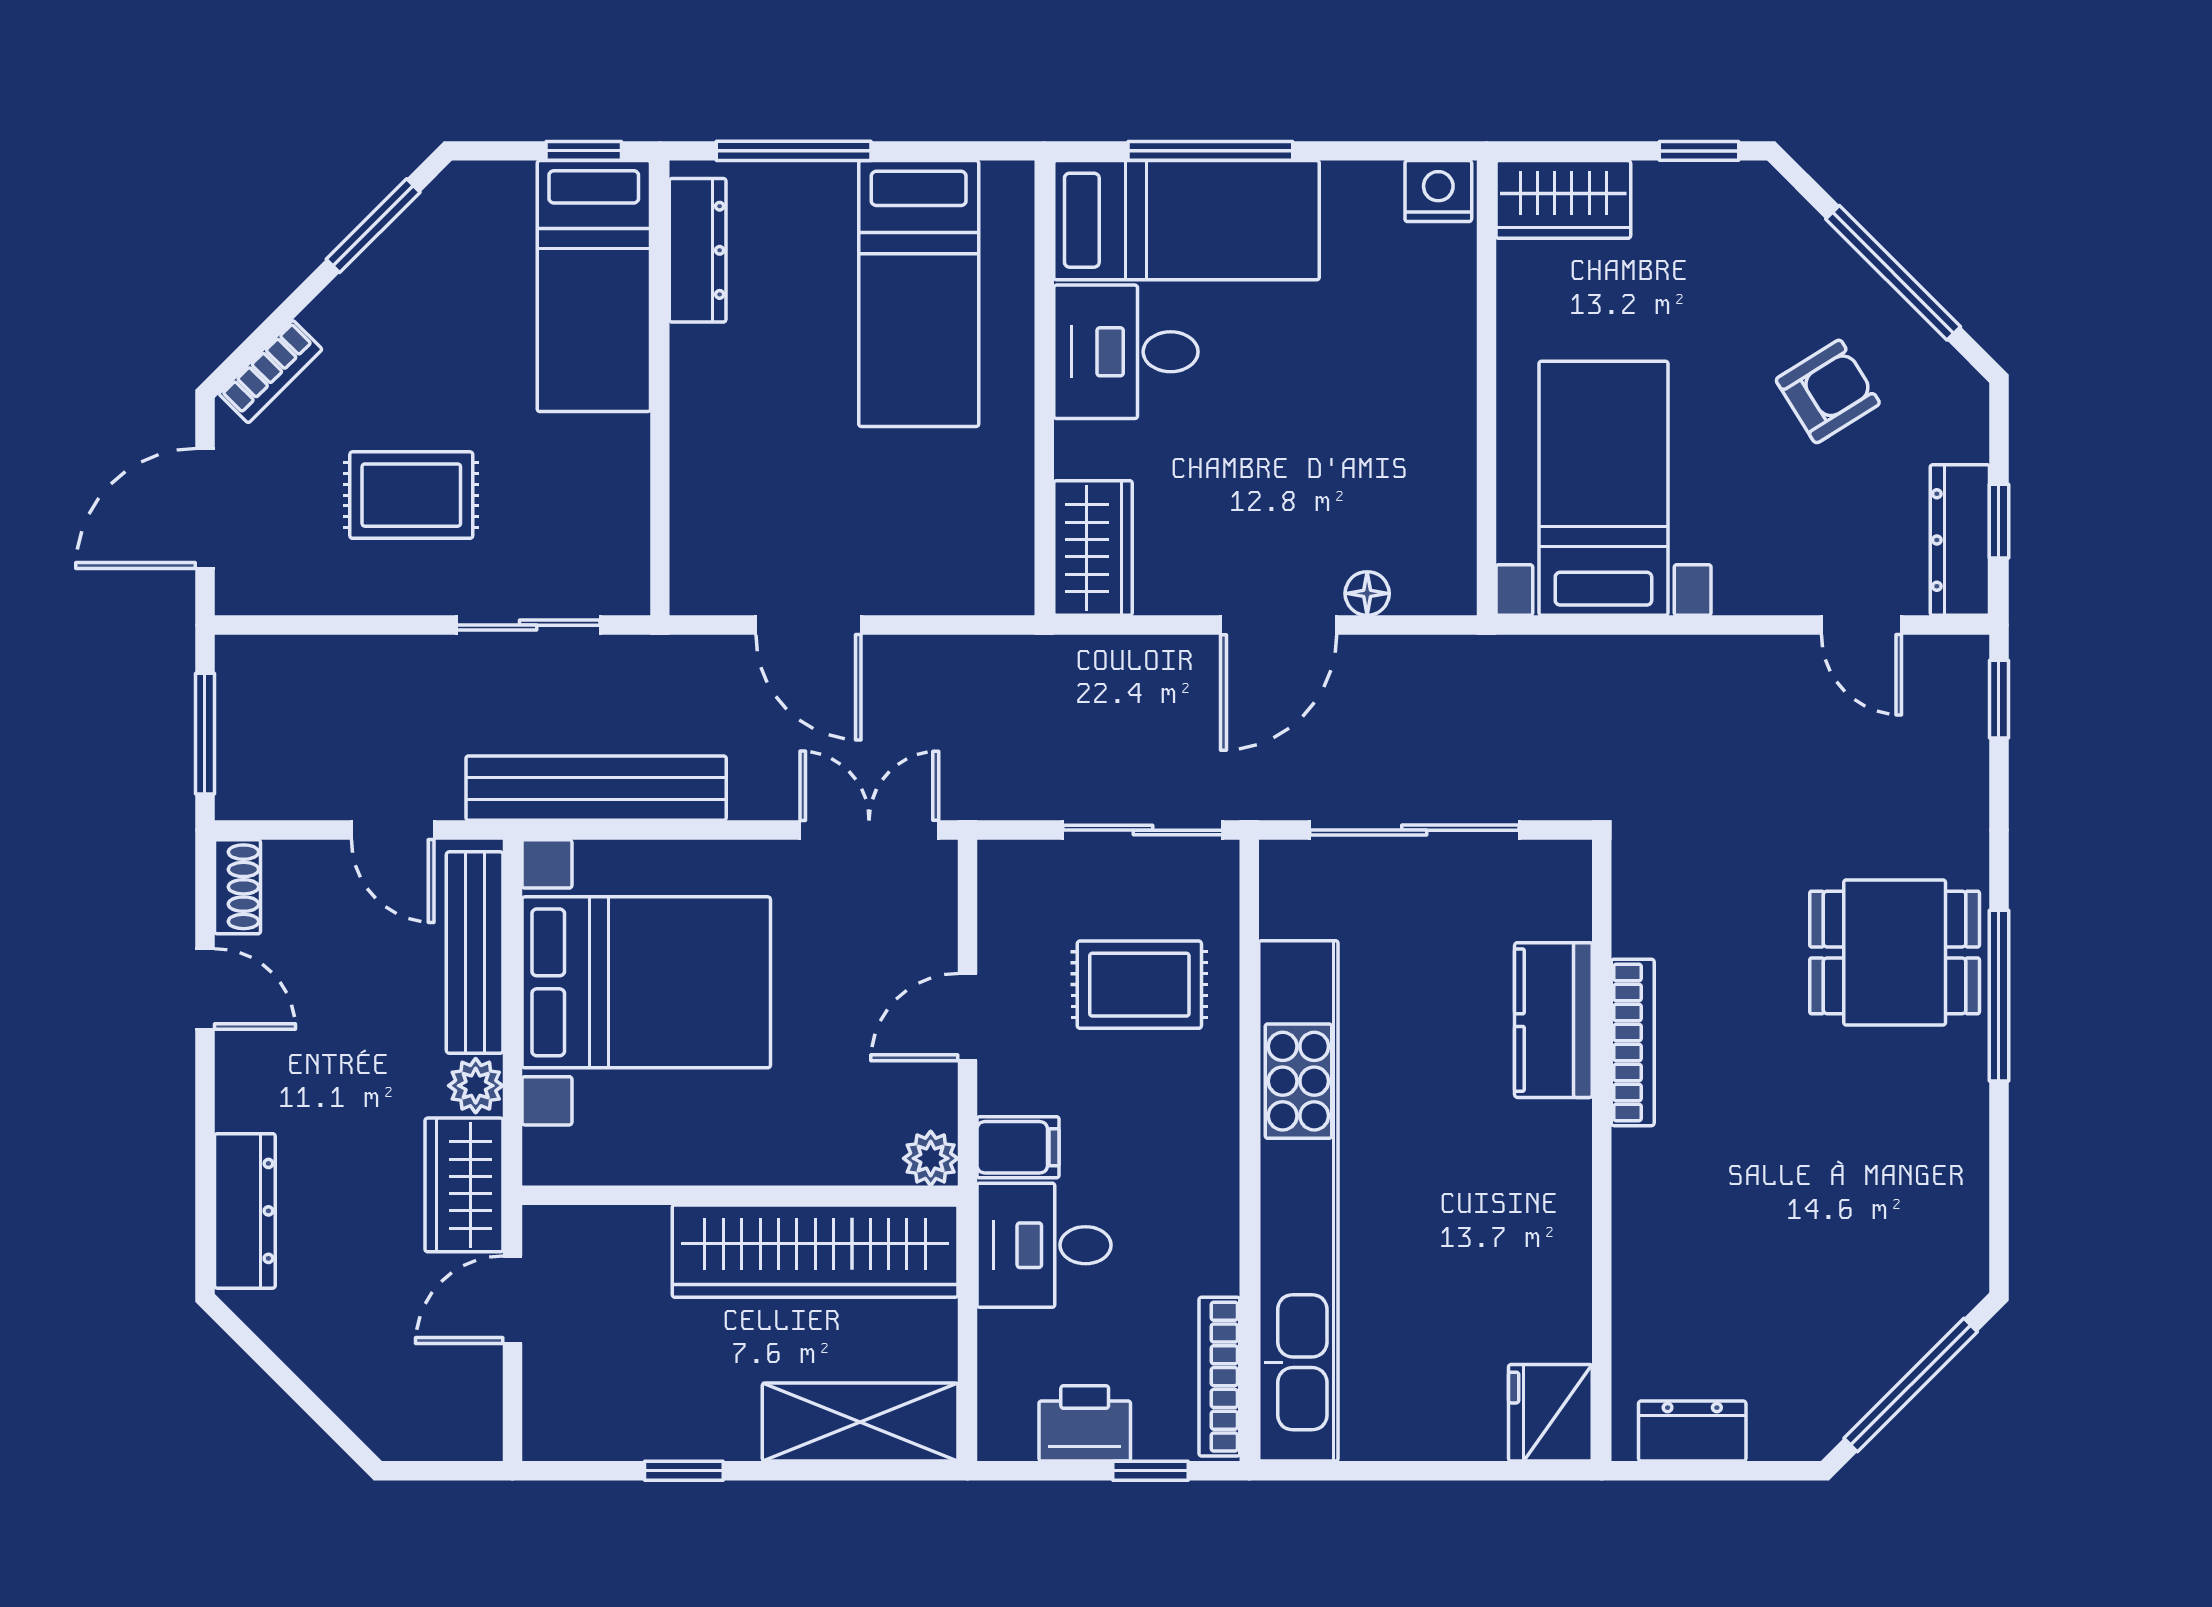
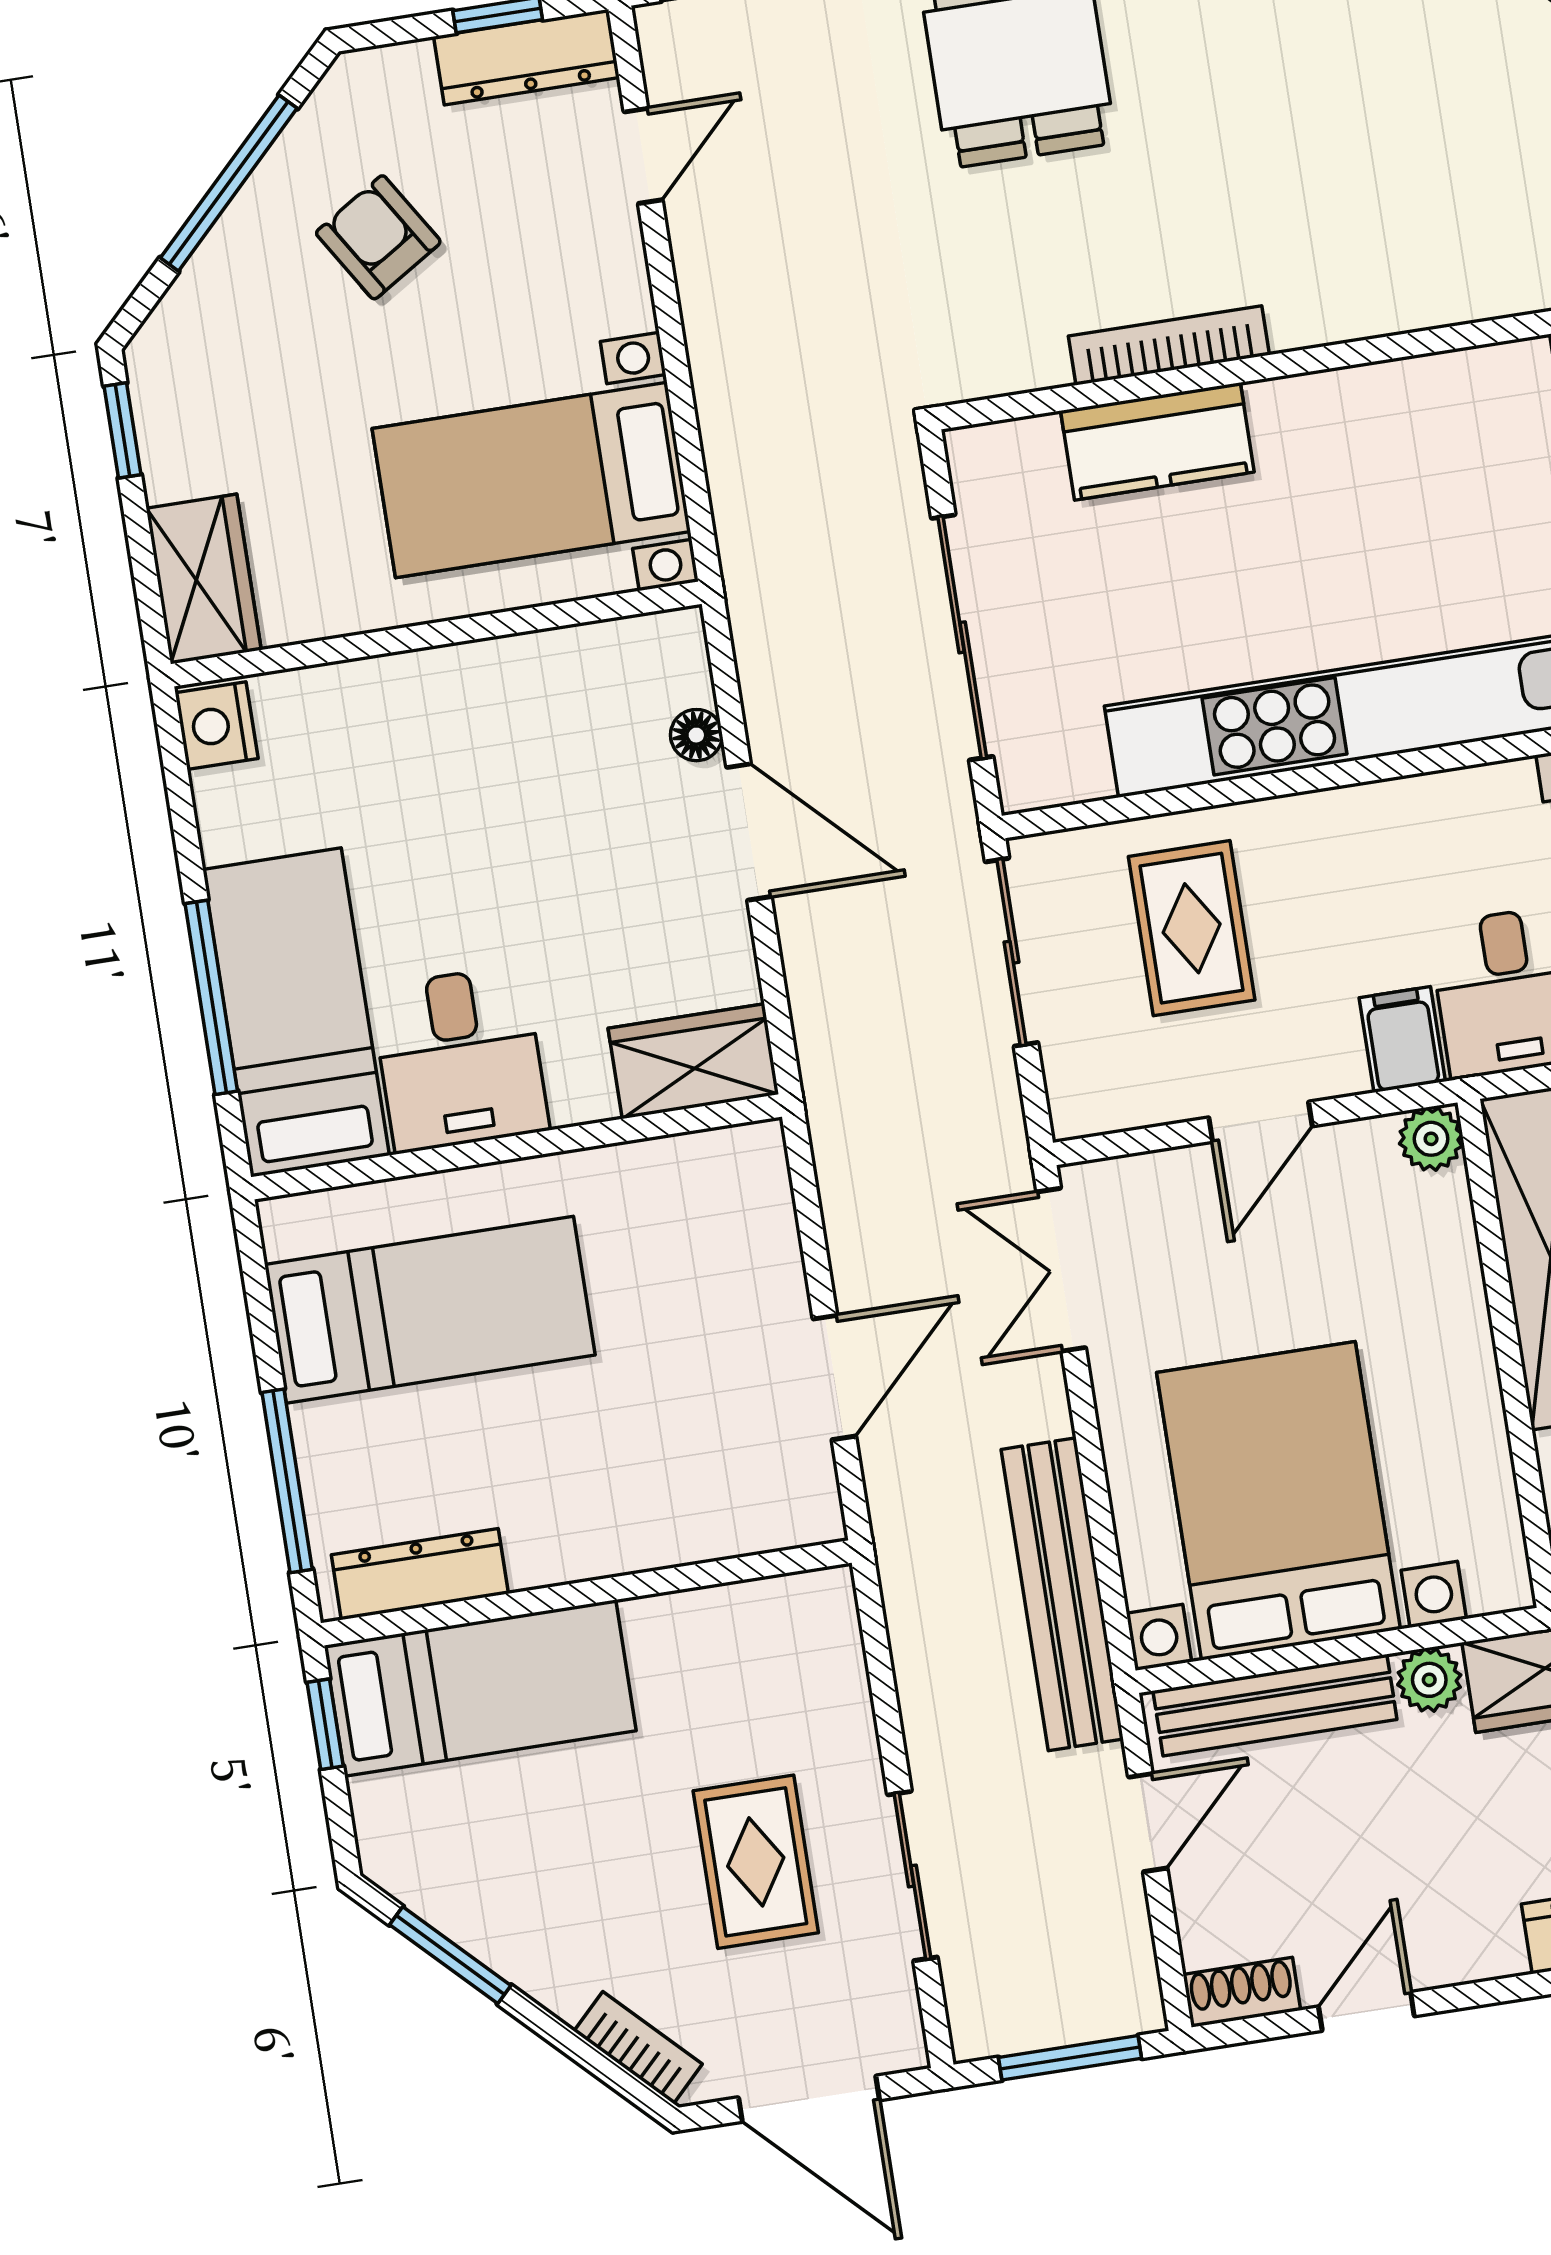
sliding door: (528, 625) -> (912, 1876), moved
door: (967, 1017) -> (1261, 1122), hinge flipped

